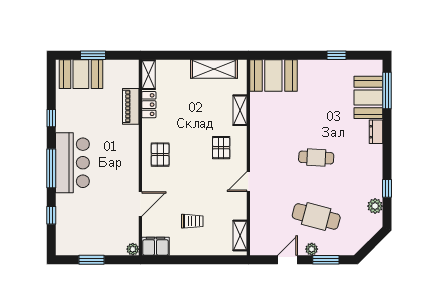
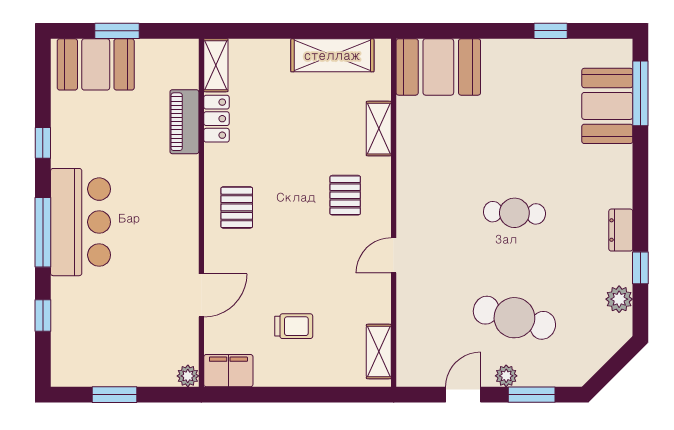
dresser: (376, 132) -> (621, 230), moved

